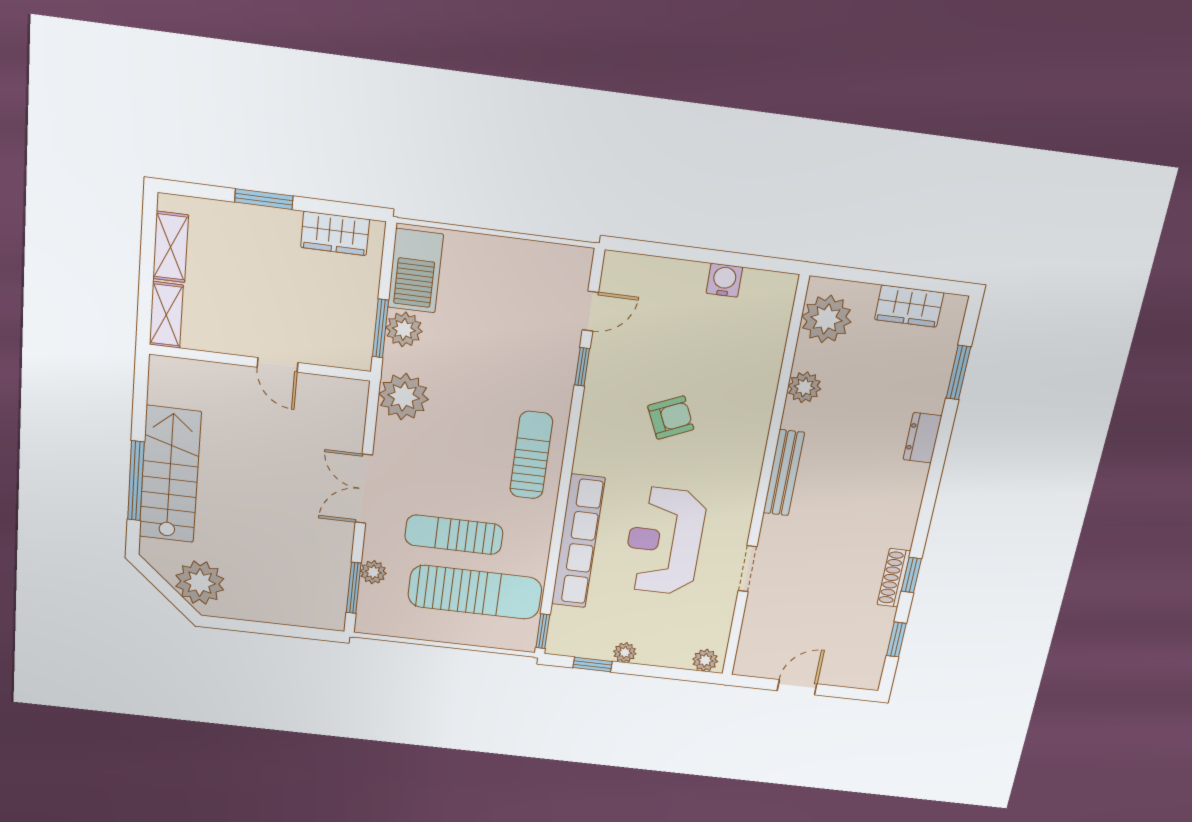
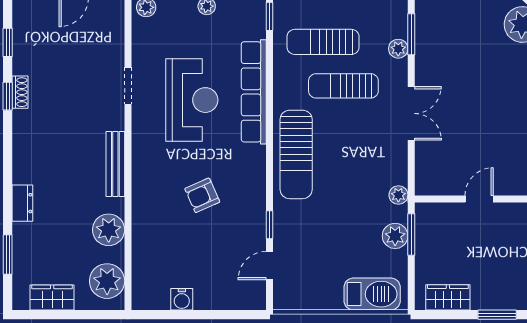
barbecue: (415, 271) -> (372, 294), moved, turned 90
door: (278, 365) -> (479, 199), hinge flipped
plant: (804, 387) -> (109, 230), width x1.36, depth x1.36
plant: (404, 397) -> (398, 195), width x0.53, depth x0.53
sun lounger: (531, 455) -> (296, 154), width x1.36, depth x1.34
sun lounger: (454, 535) -> (343, 86), turned 180
shoe rack: (894, 578) -> (20, 92), width x0.70
sun lounger: (475, 592) -> (323, 42), width x0.73, depth x0.75

